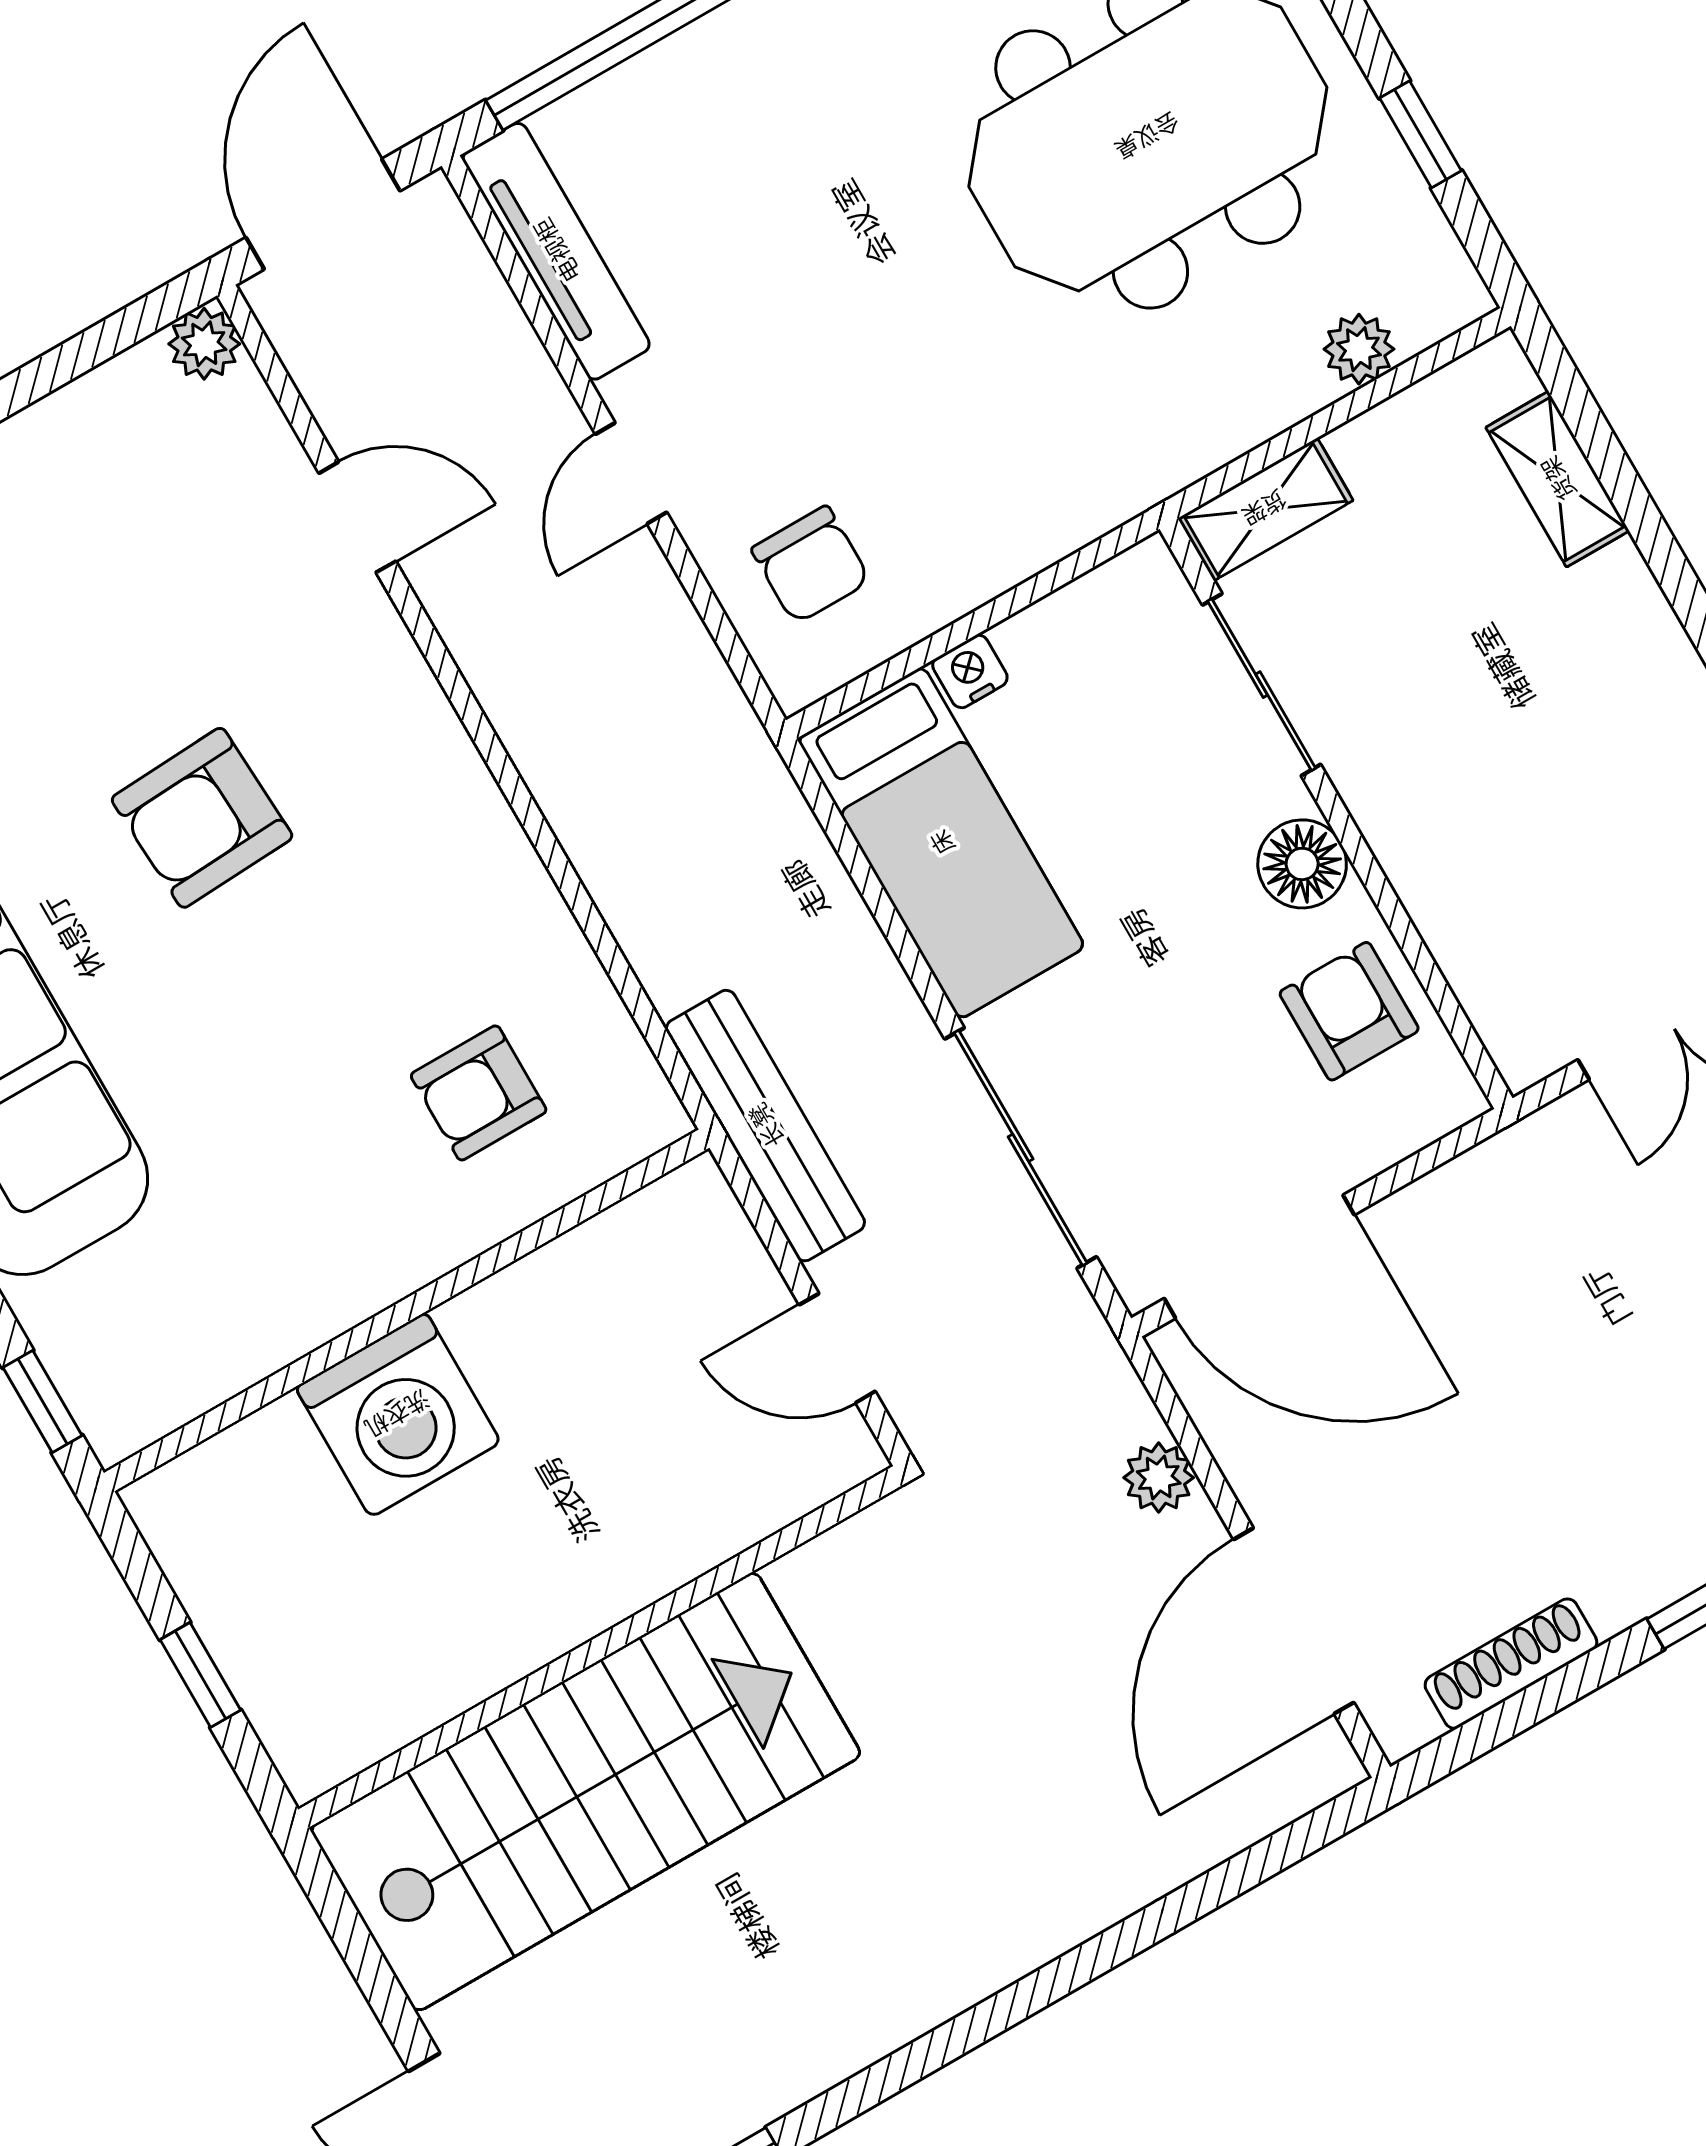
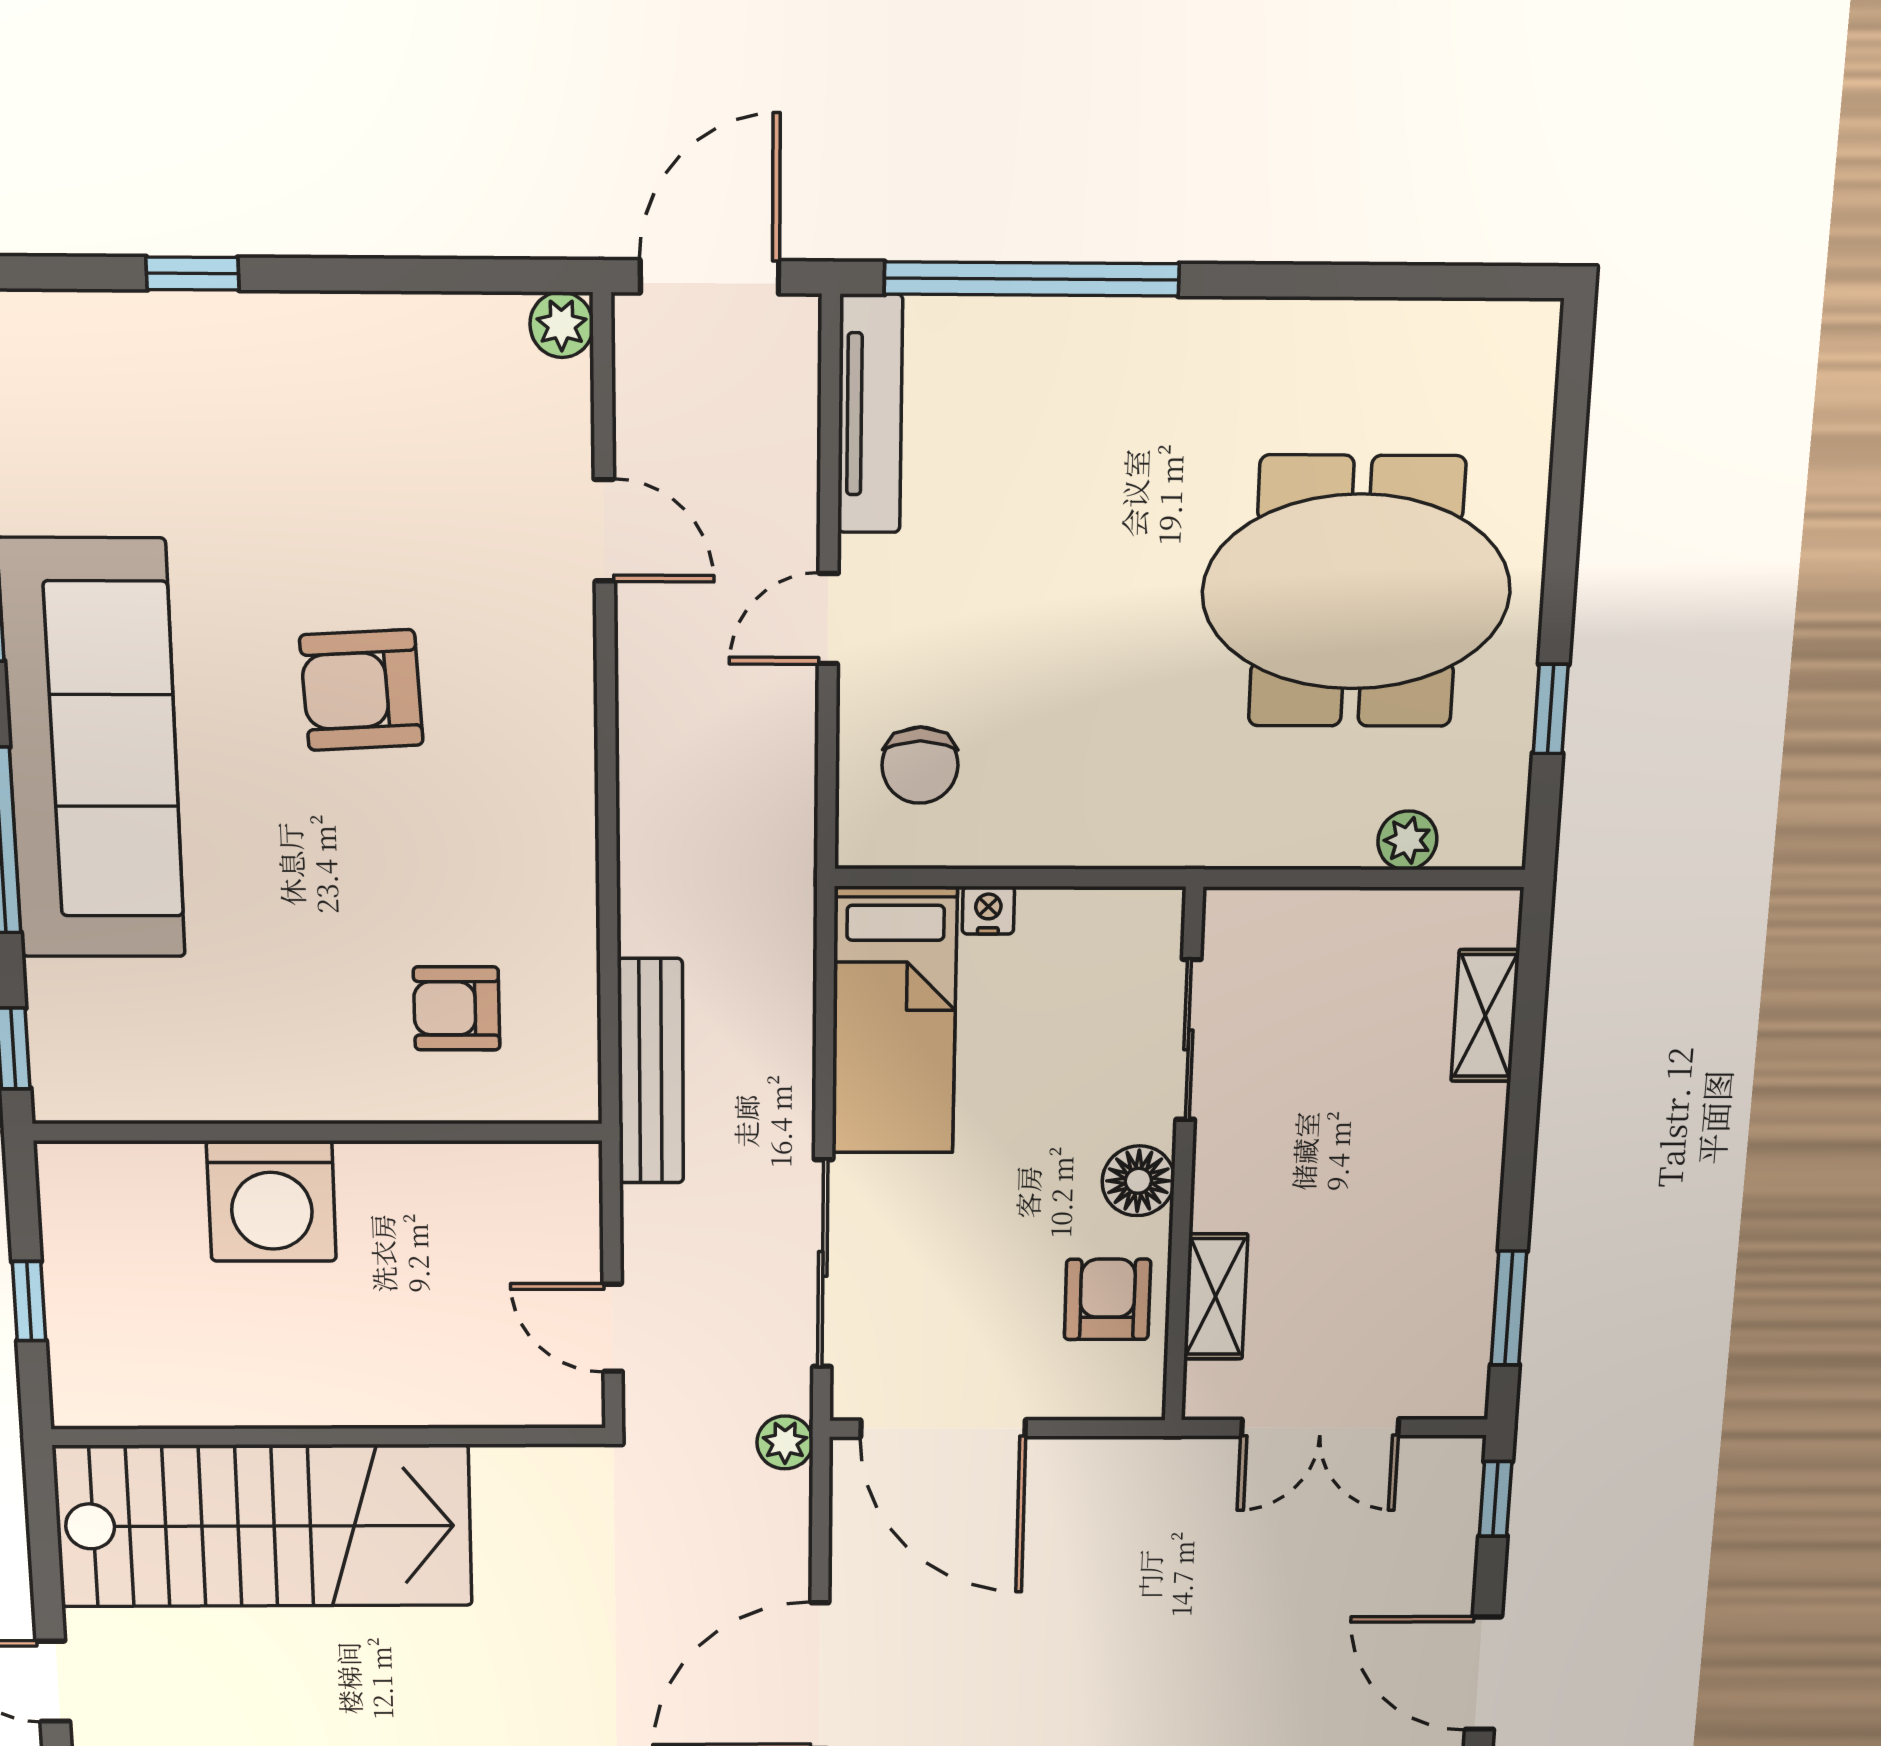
shelving: (1265, 509) -> (1216, 1297), moved, turned 90
bench: (765, 1126) -> (651, 1071), moved
plant: (1159, 1478) -> (785, 1442), moved

